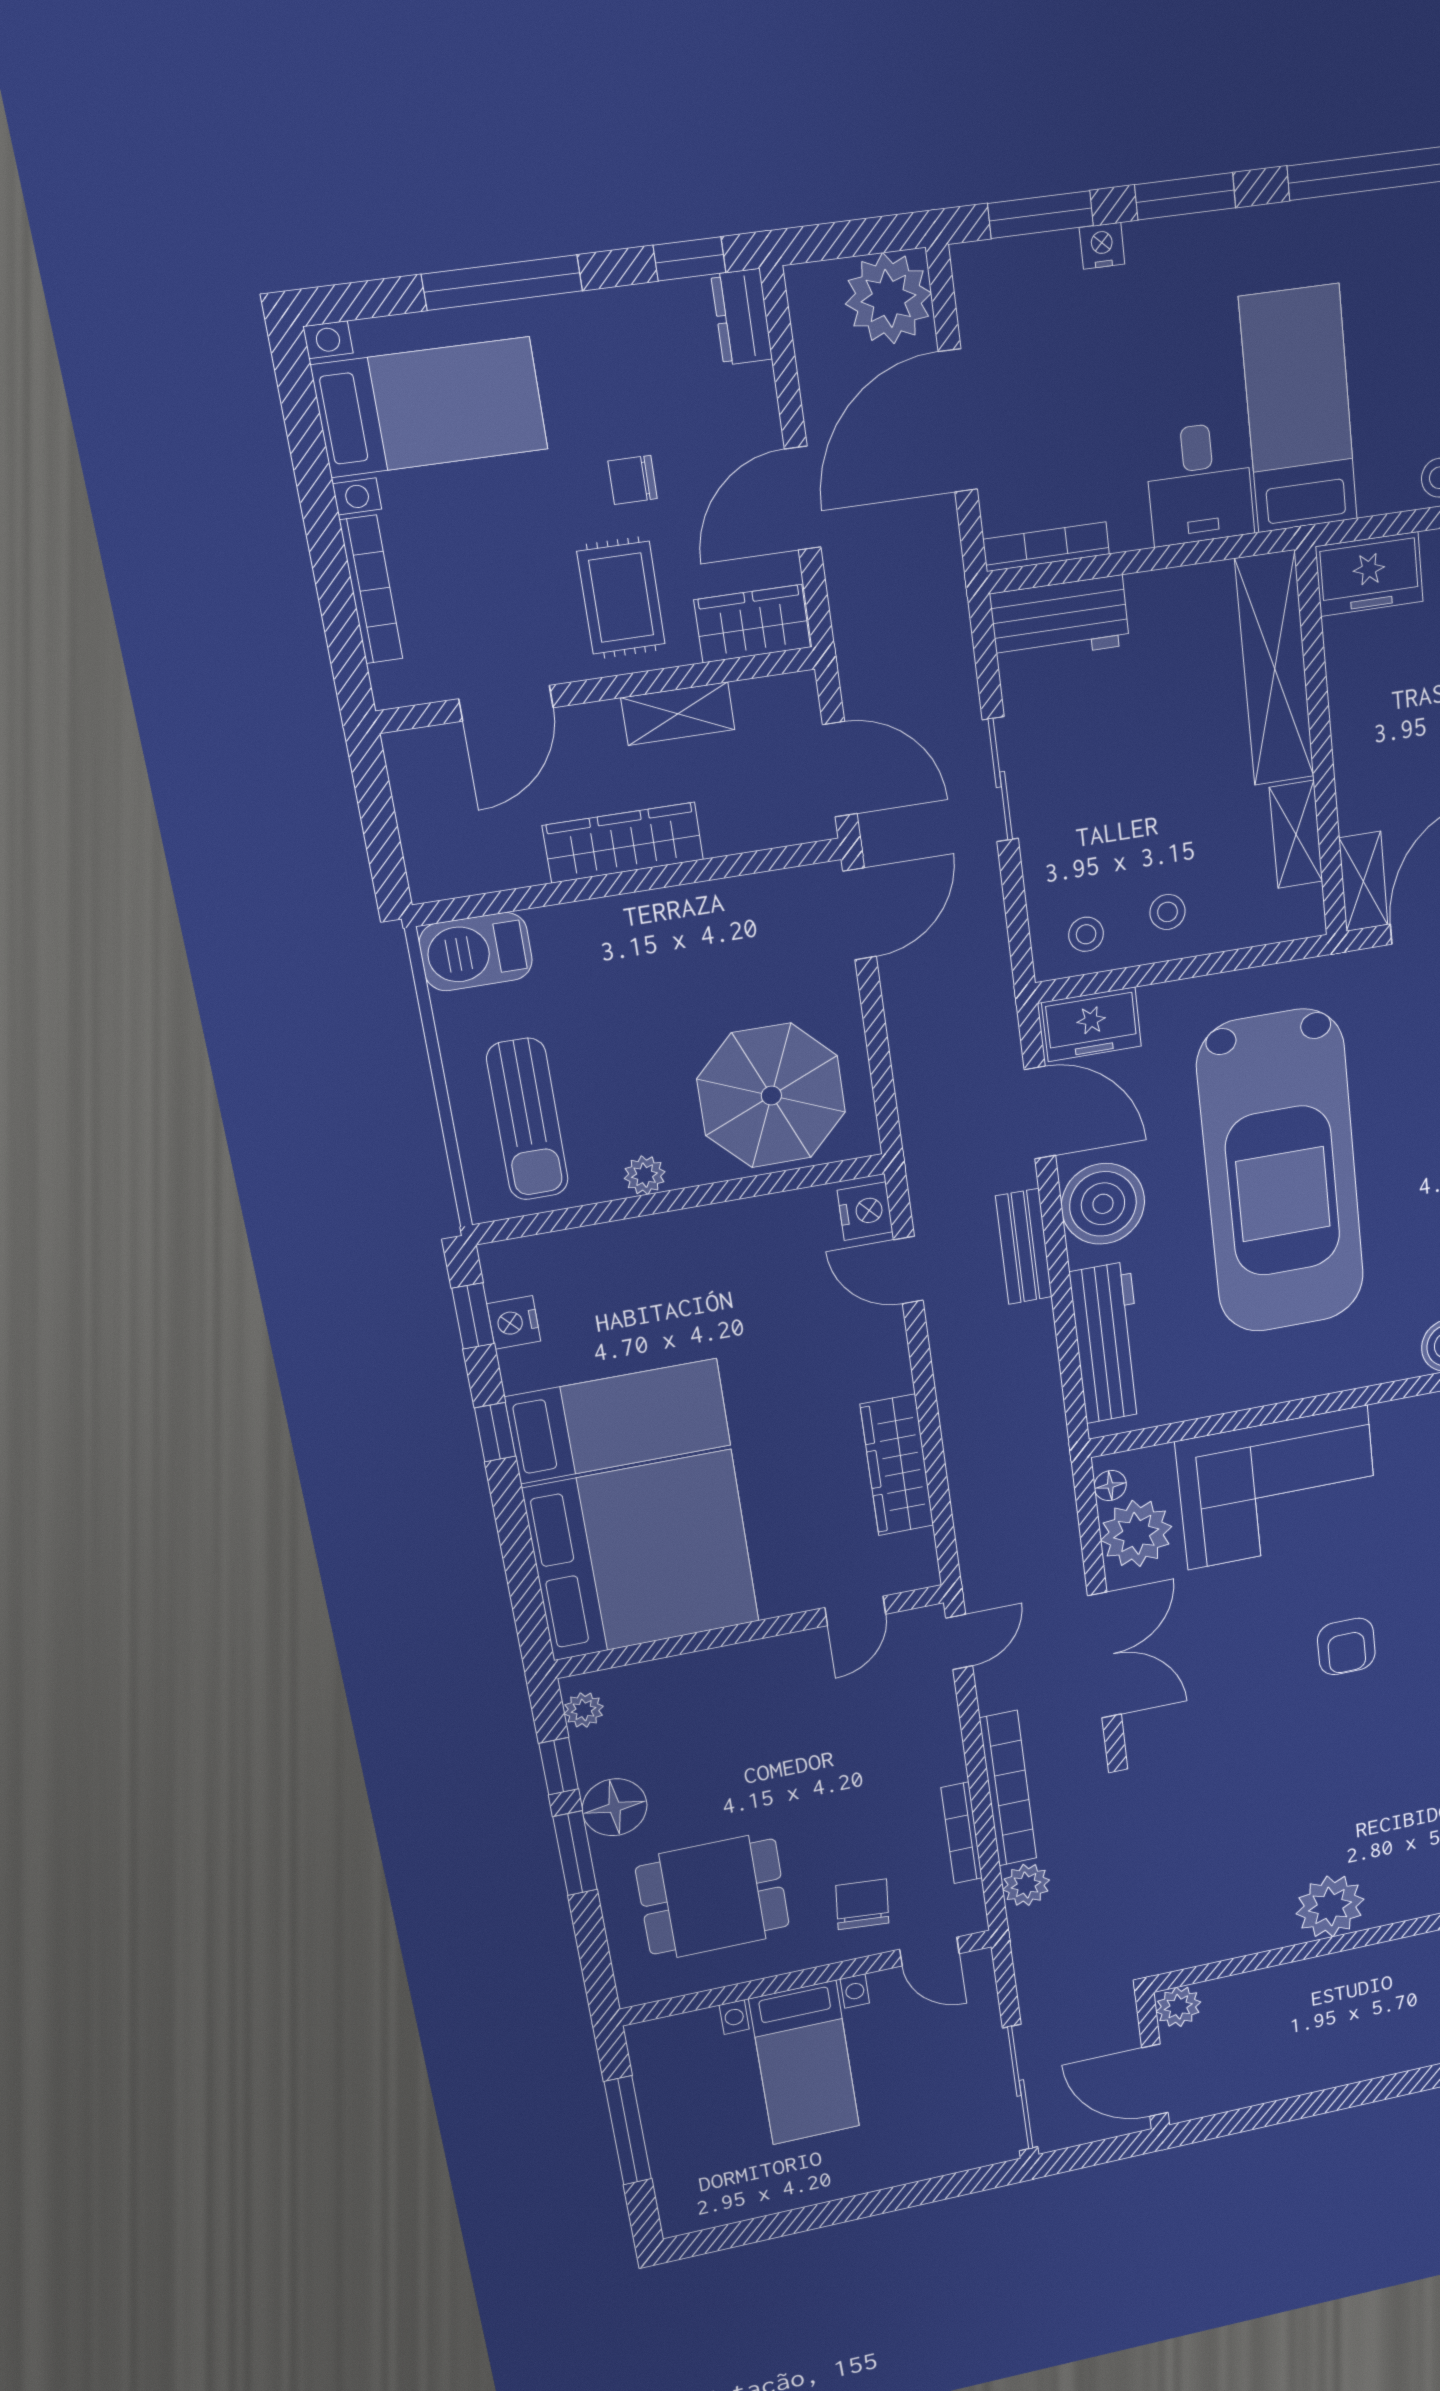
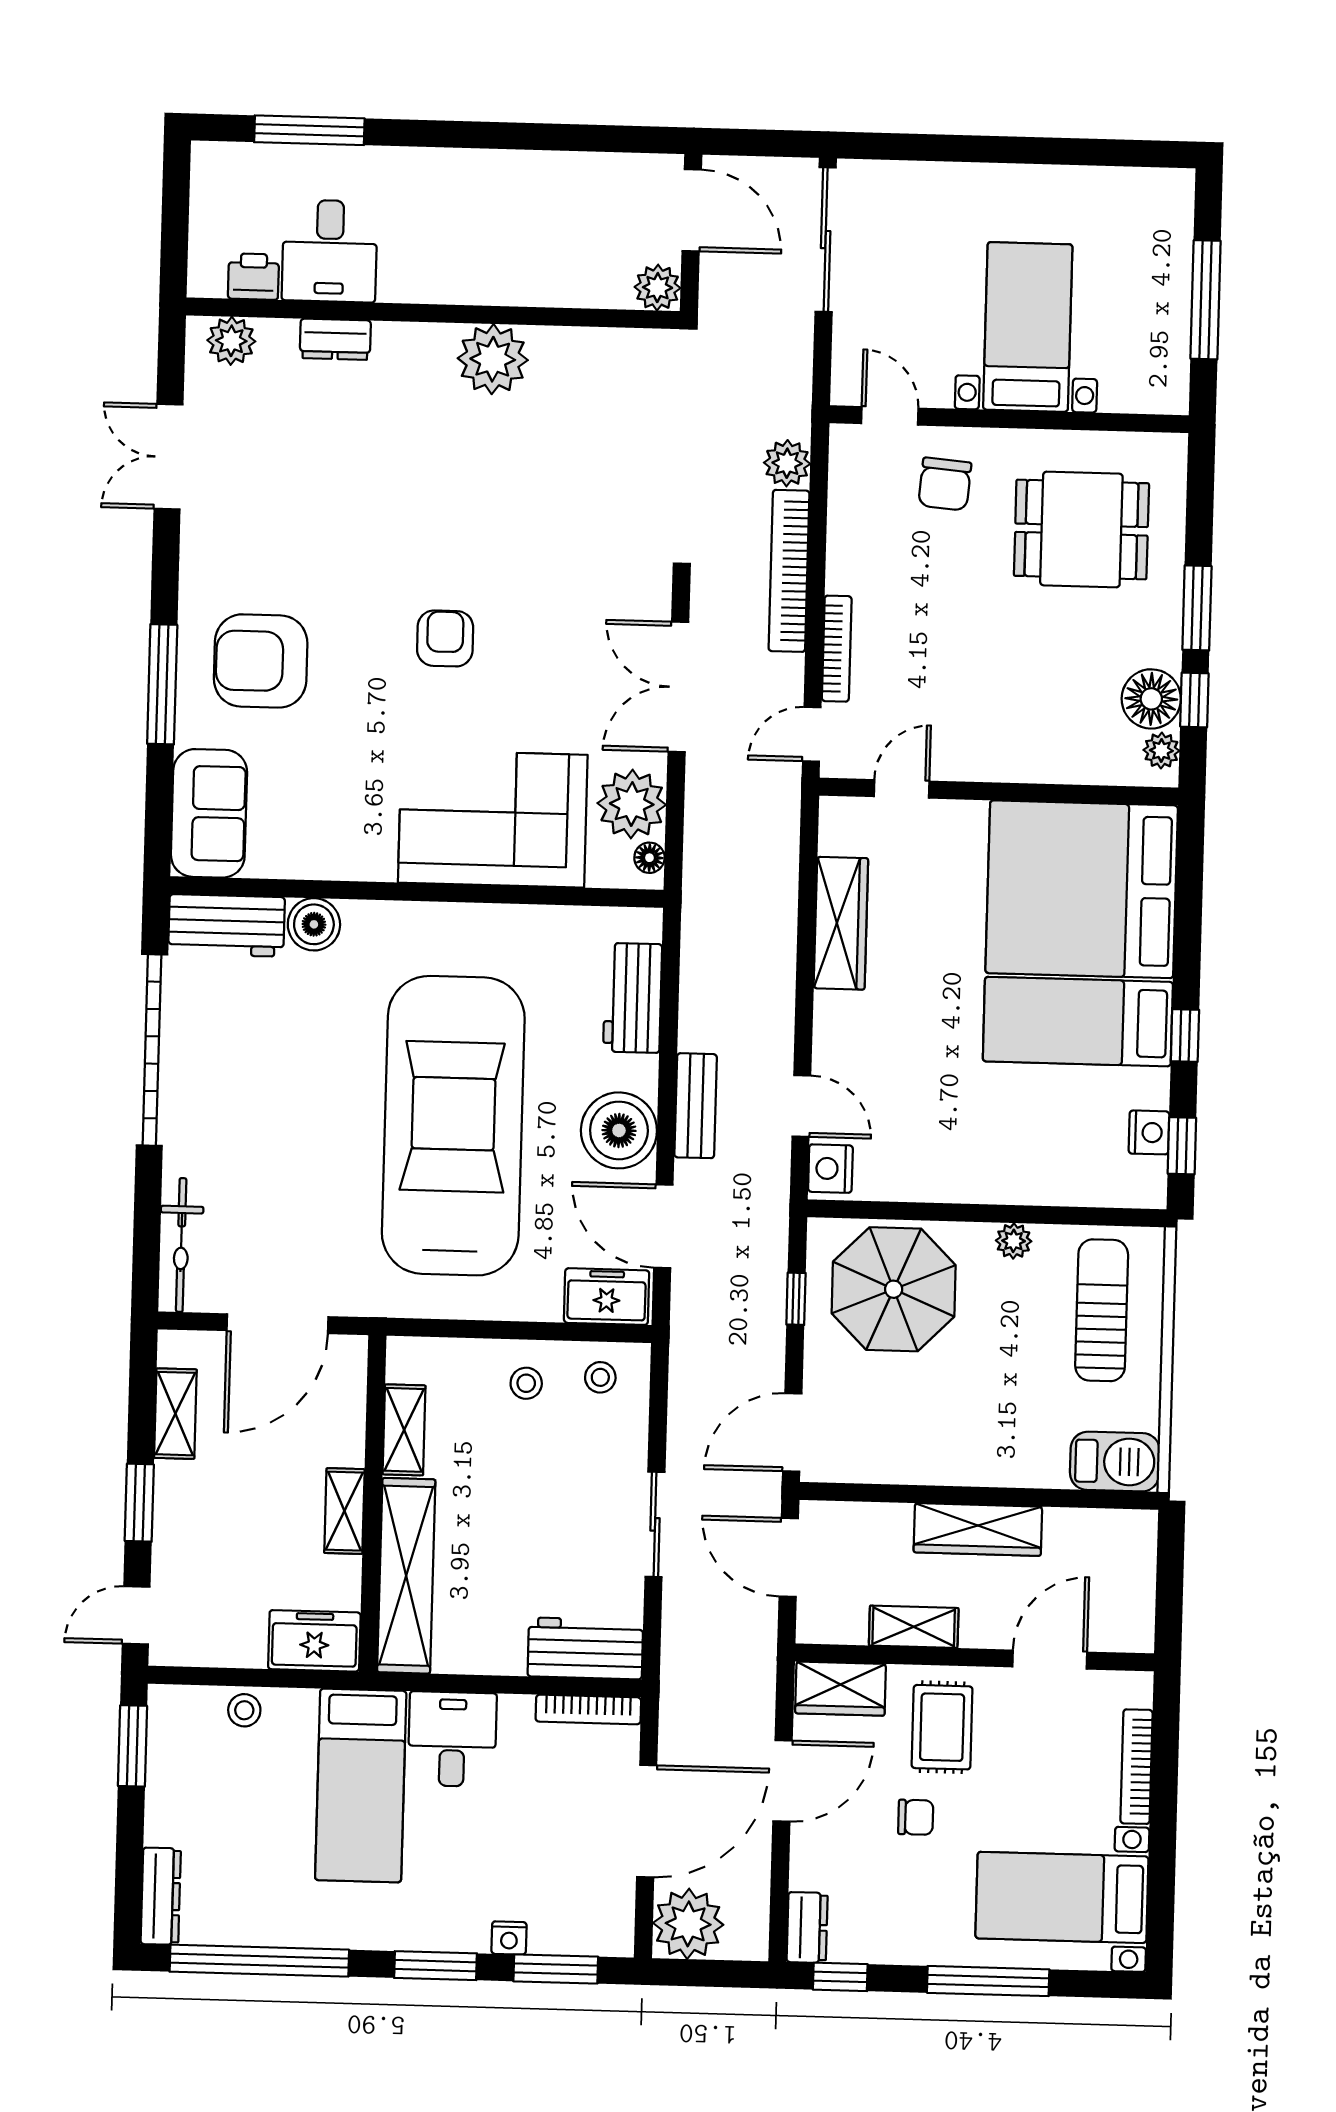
shelving: (1363, 881) -> (344, 1511), moved
window: (880, 1063) -> (796, 1299), added
workbench: (1108, 1343) -> (633, 998), width x0.73
floor lamp: (615, 1807) -> (1151, 699), moved
bookcase: (962, 1833) -> (837, 649), moved

